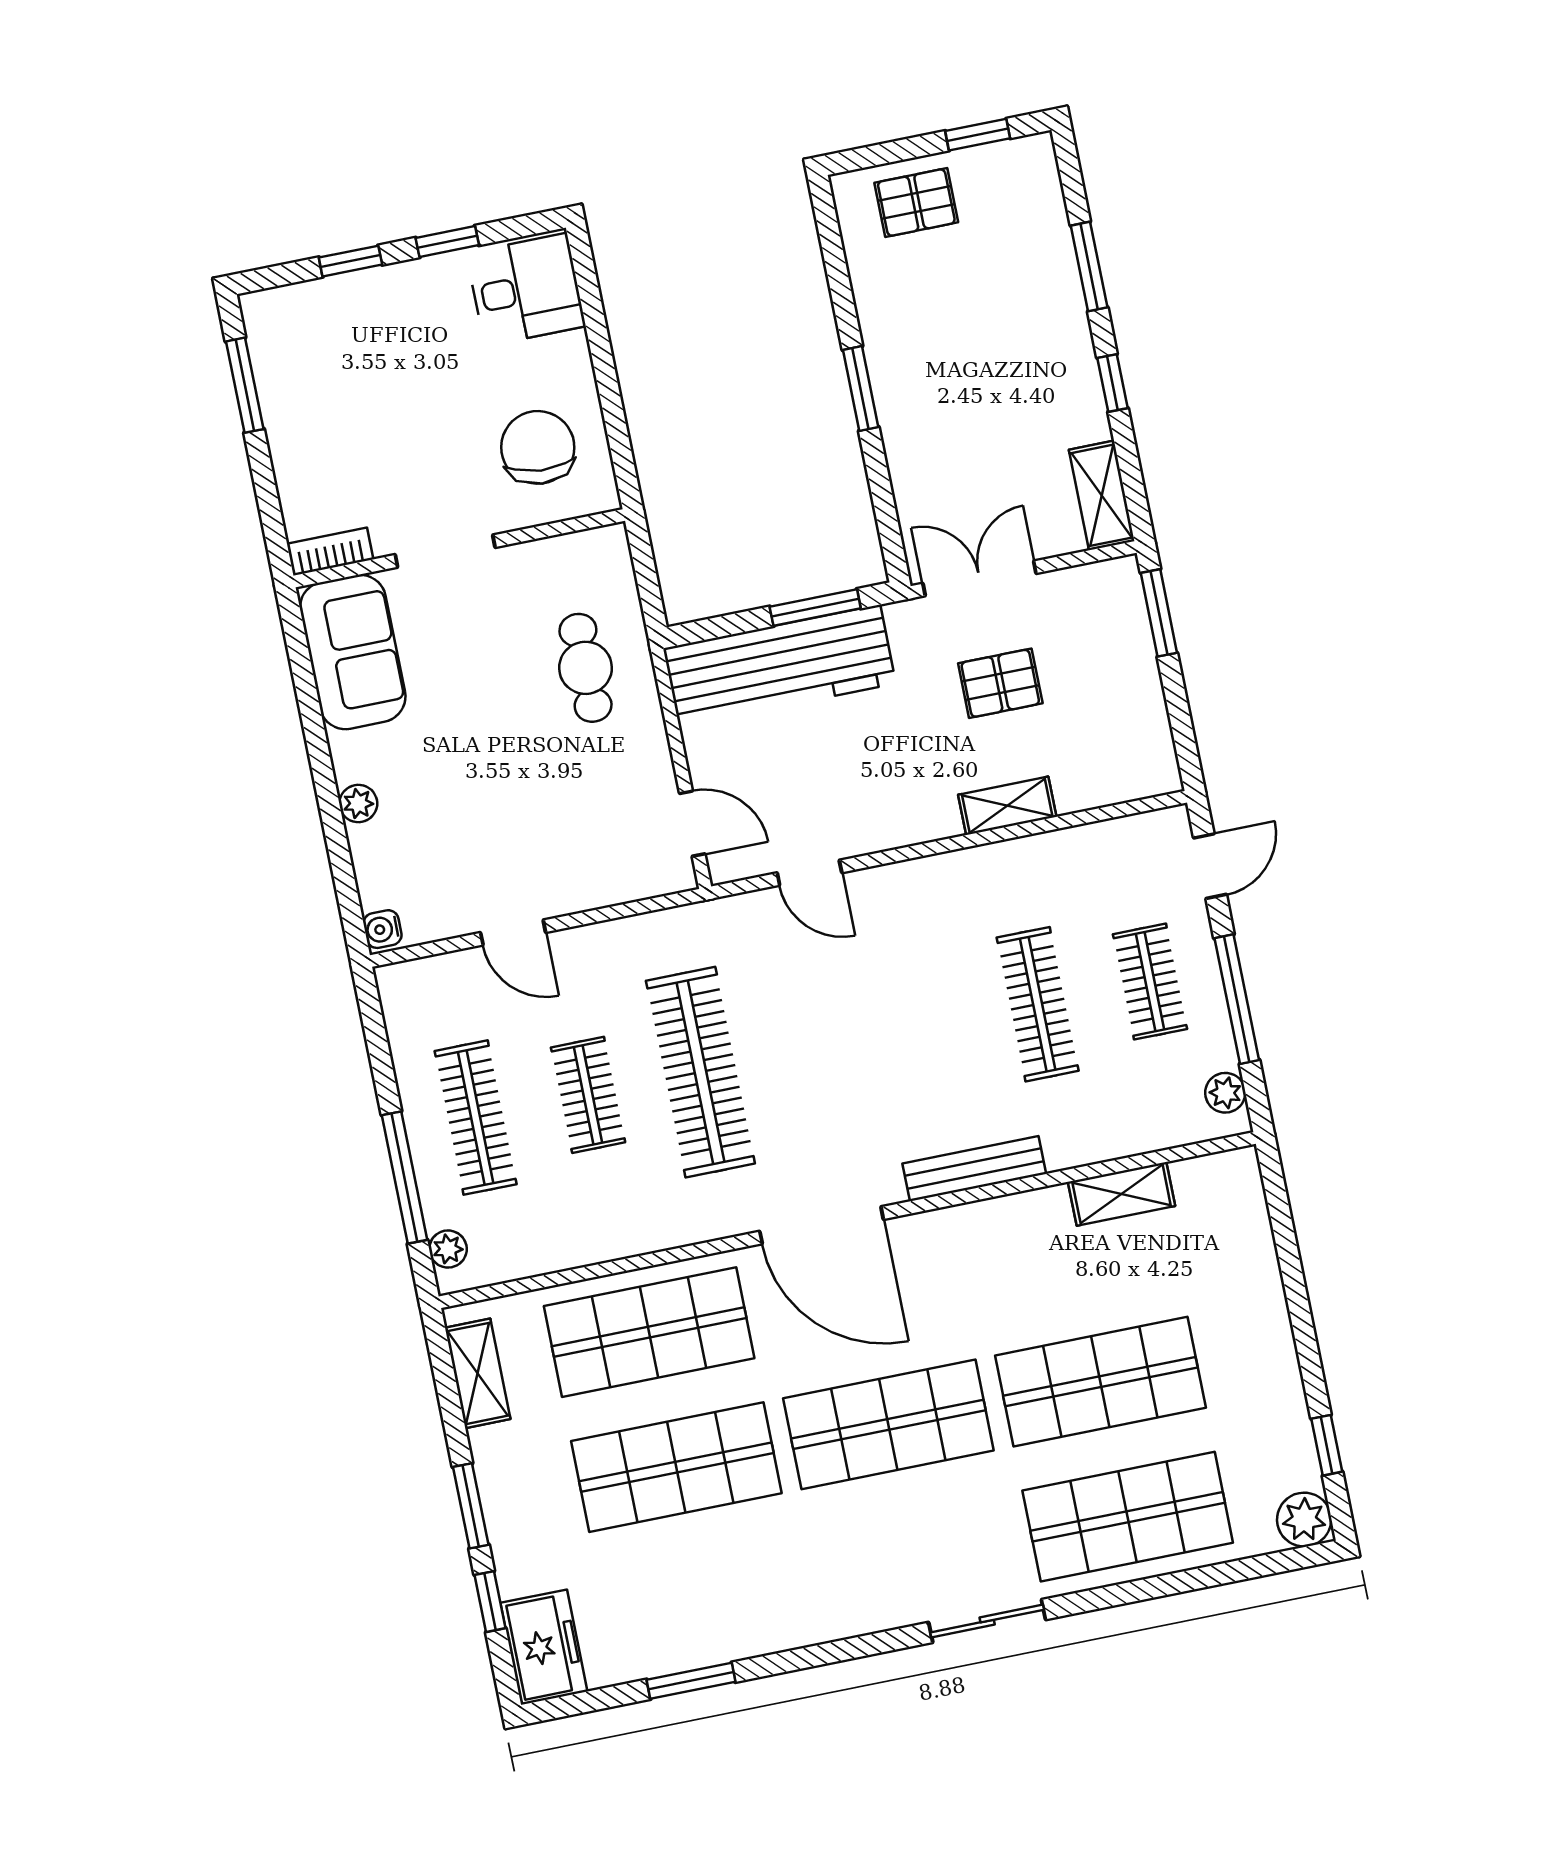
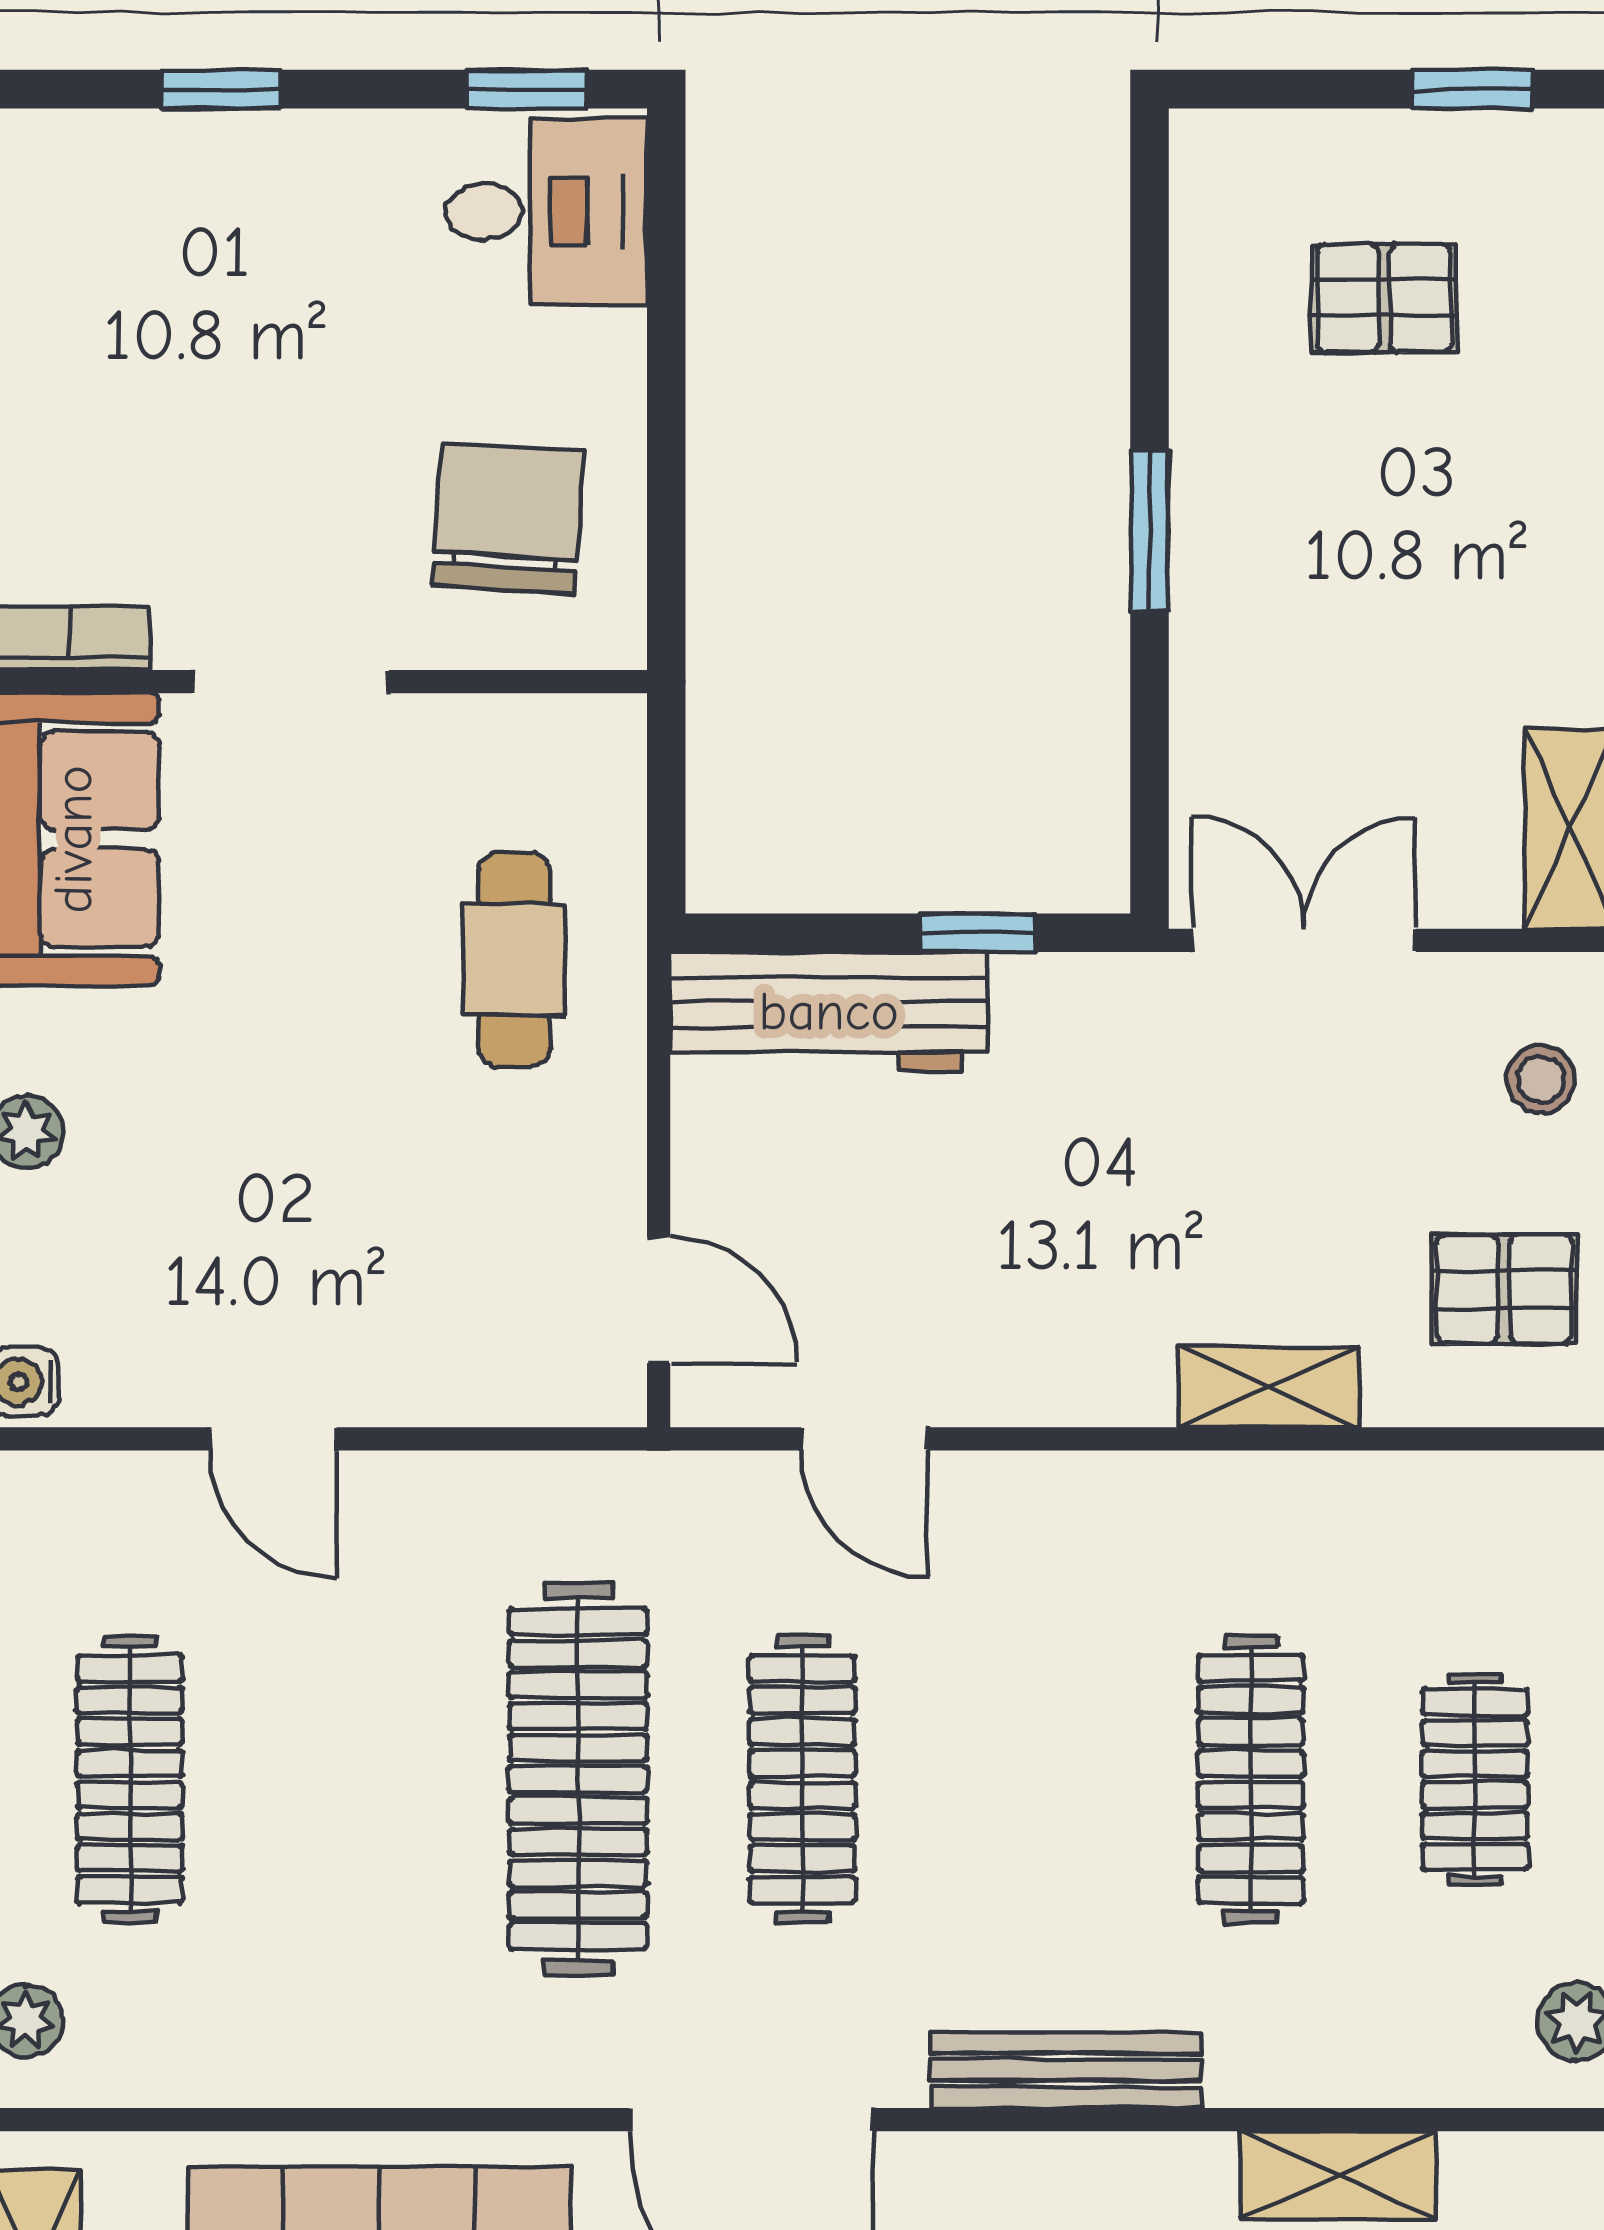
pallet: (916, 203) -> (1384, 298), moved
window: (447, 242) -> (527, 89), moved
window: (815, 607) -> (978, 933), width x0.67
stool: (1112, 624) -> (1541, 1079), added
workbench: (779, 666) -> (829, 1012), width x0.73, depth x0.76
pallet: (1000, 683) -> (1504, 1289), moved
clothes rail: (588, 1095) -> (802, 1779), moved, width x1.36

